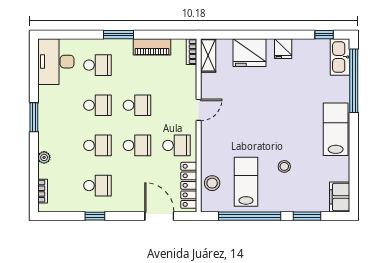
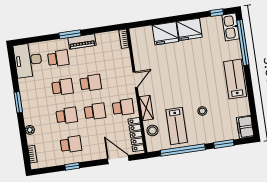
piano: (152, 47) -> (82, 42), moved
fridge: (283, 49) -> (189, 29), width x1.88, depth x1.34
shelving: (208, 55) -> (146, 108), moved
lab bench: (246, 182) -> (177, 126), turned 180

